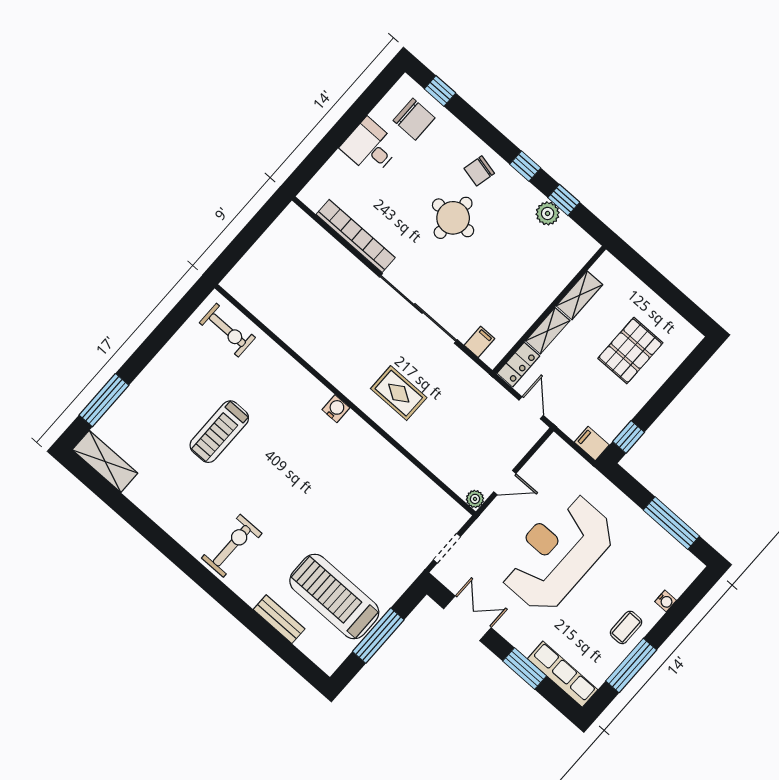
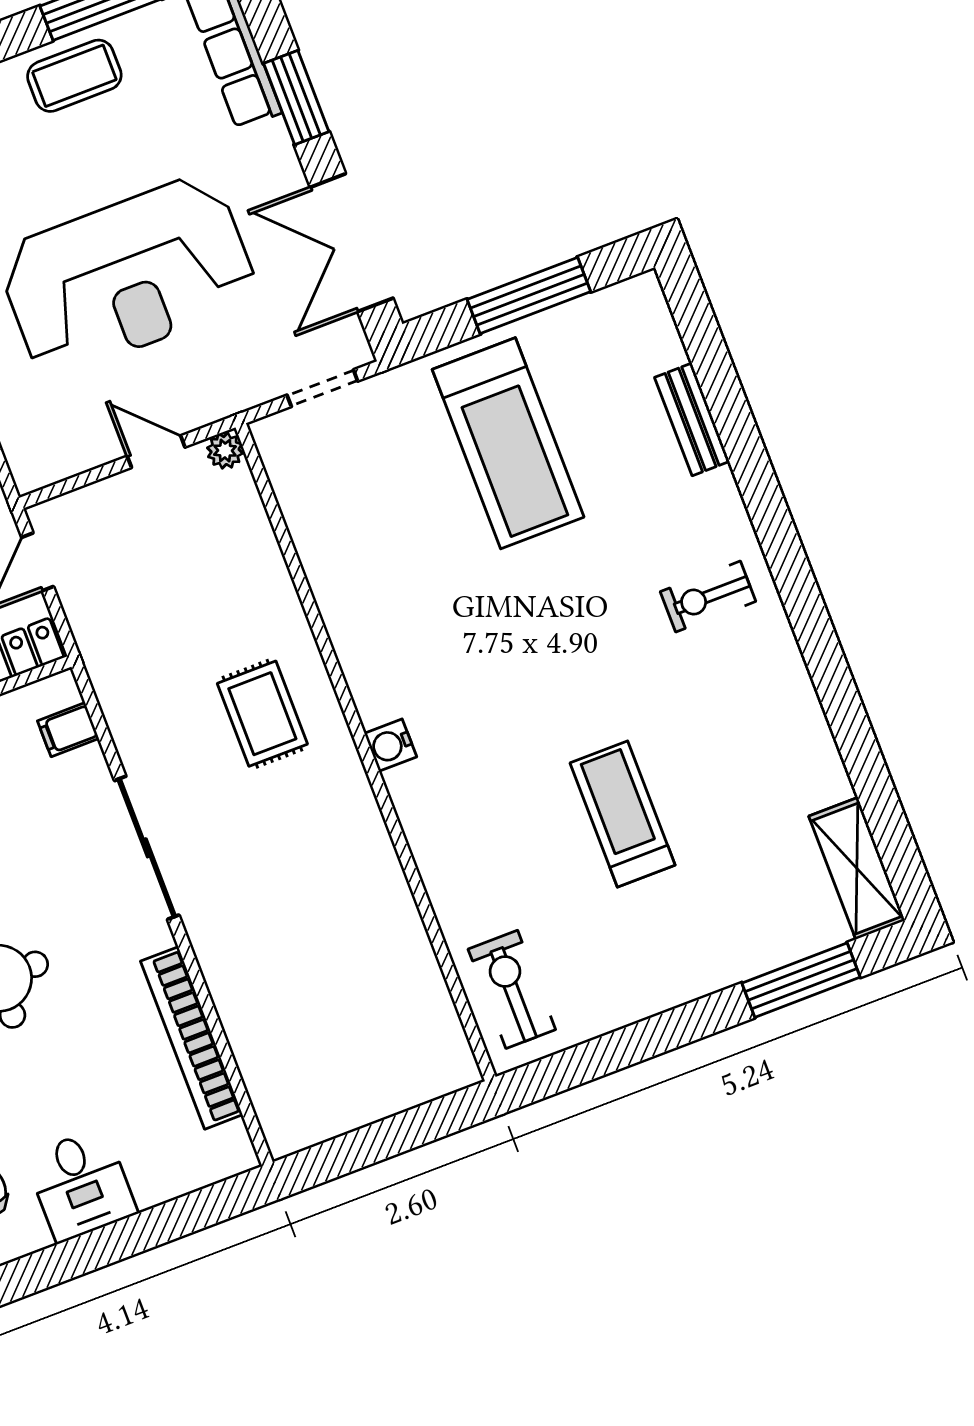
sliding door: (418, 308) -> (147, 848), width x0.73
treadmill: (219, 432) -> (623, 814), turned -90
exercise bike: (232, 546) -> (708, 597), width x0.73, depth x0.72
treadmill: (334, 597) -> (508, 443), moved
double door: (467, 618) -> (352, 243), width x1.37
coffee table: (626, 627) -> (74, 76), width x1.36, depth x1.30

